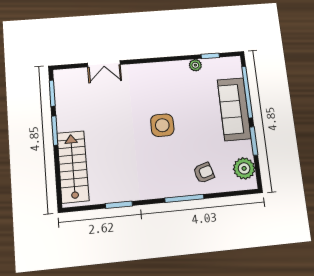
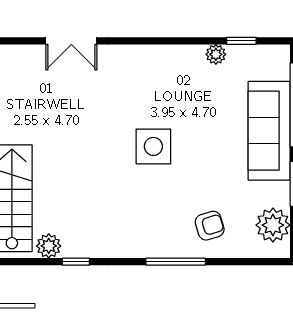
plant: (100, 196) -> (49, 246), added
window: (119, 205) -> (76, 262), width x0.67

